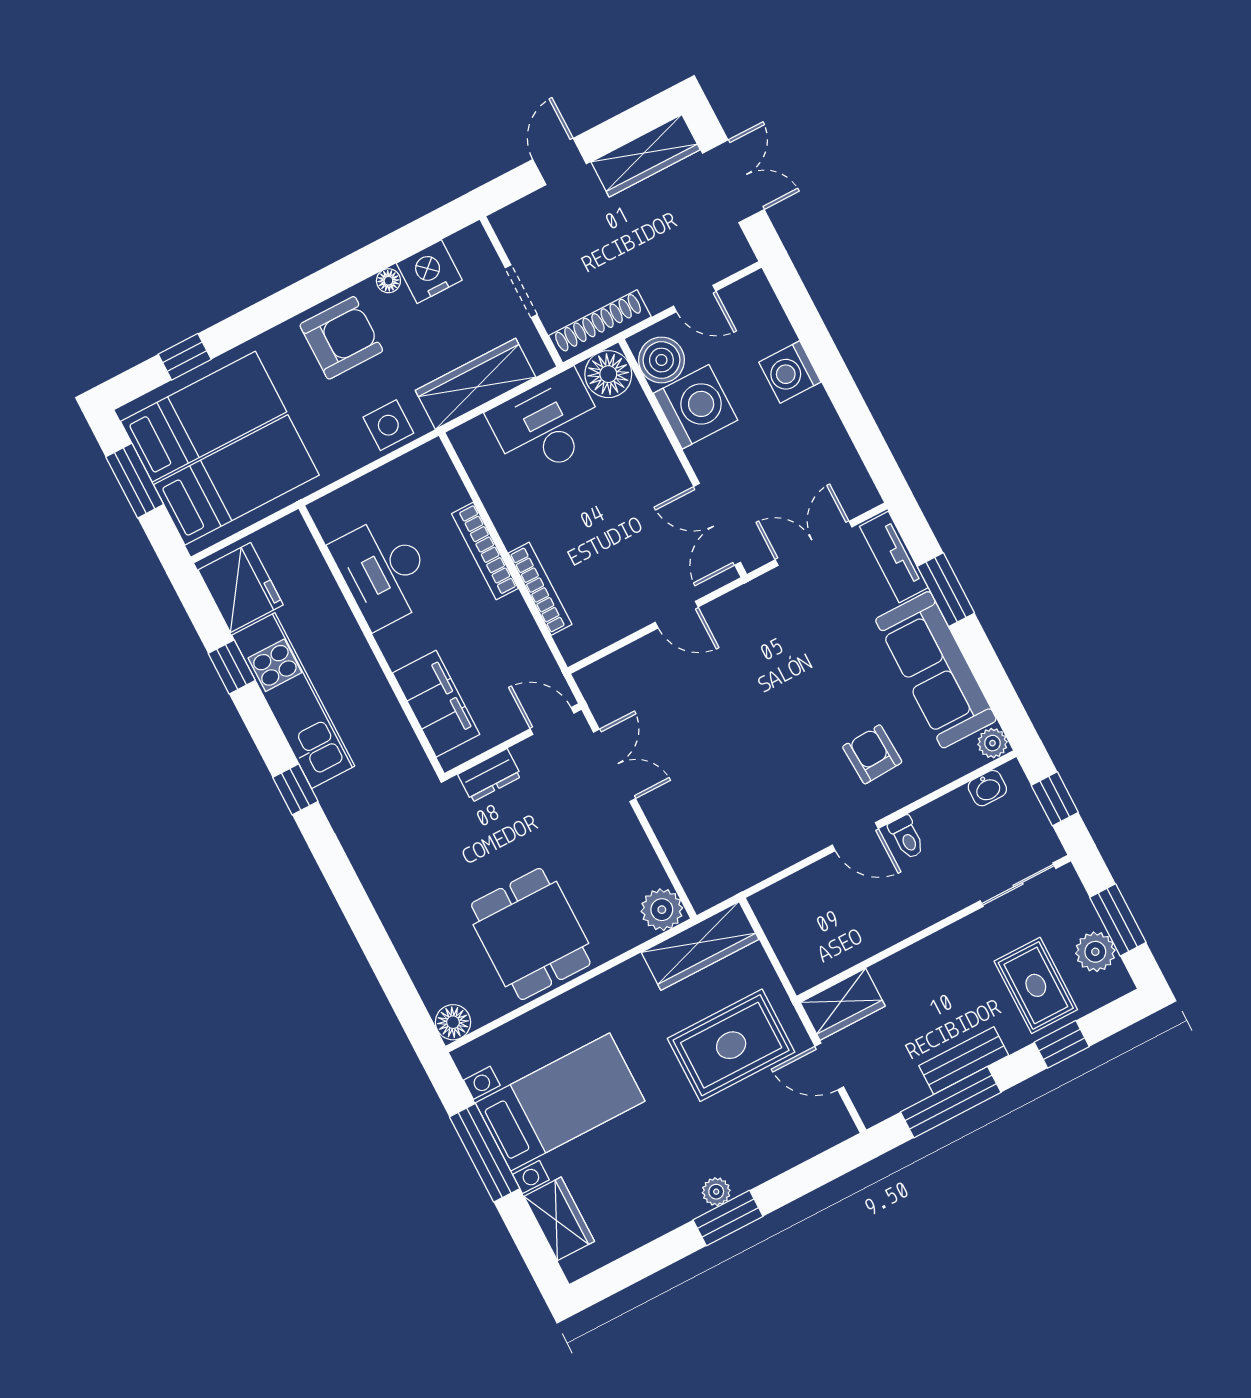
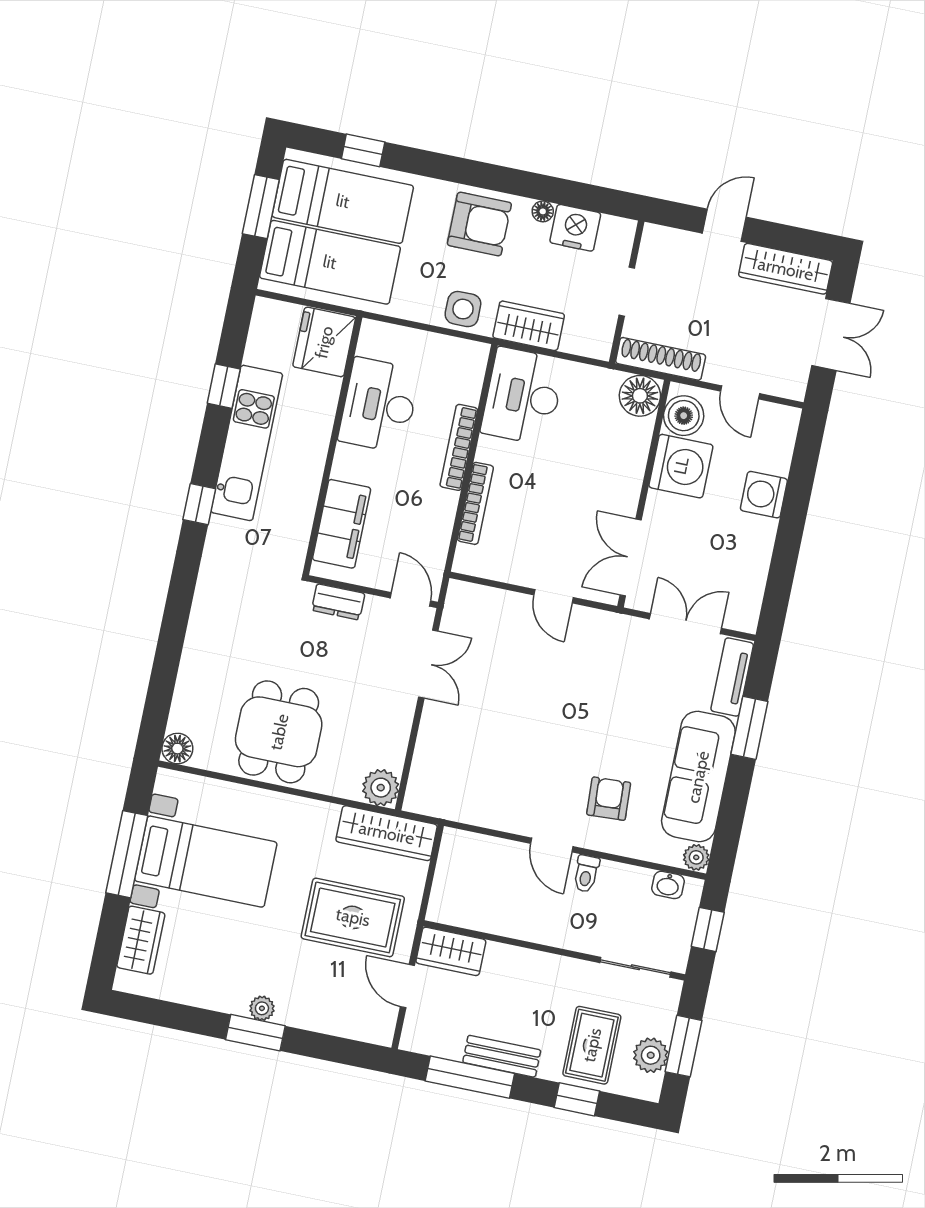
wardrobe: (476, 384) -> (529, 326), width x0.67
desk: (547, 425) -> (523, 396), moved, turned -90
fridge: (241, 587) -> (324, 342), moved, turned 180

